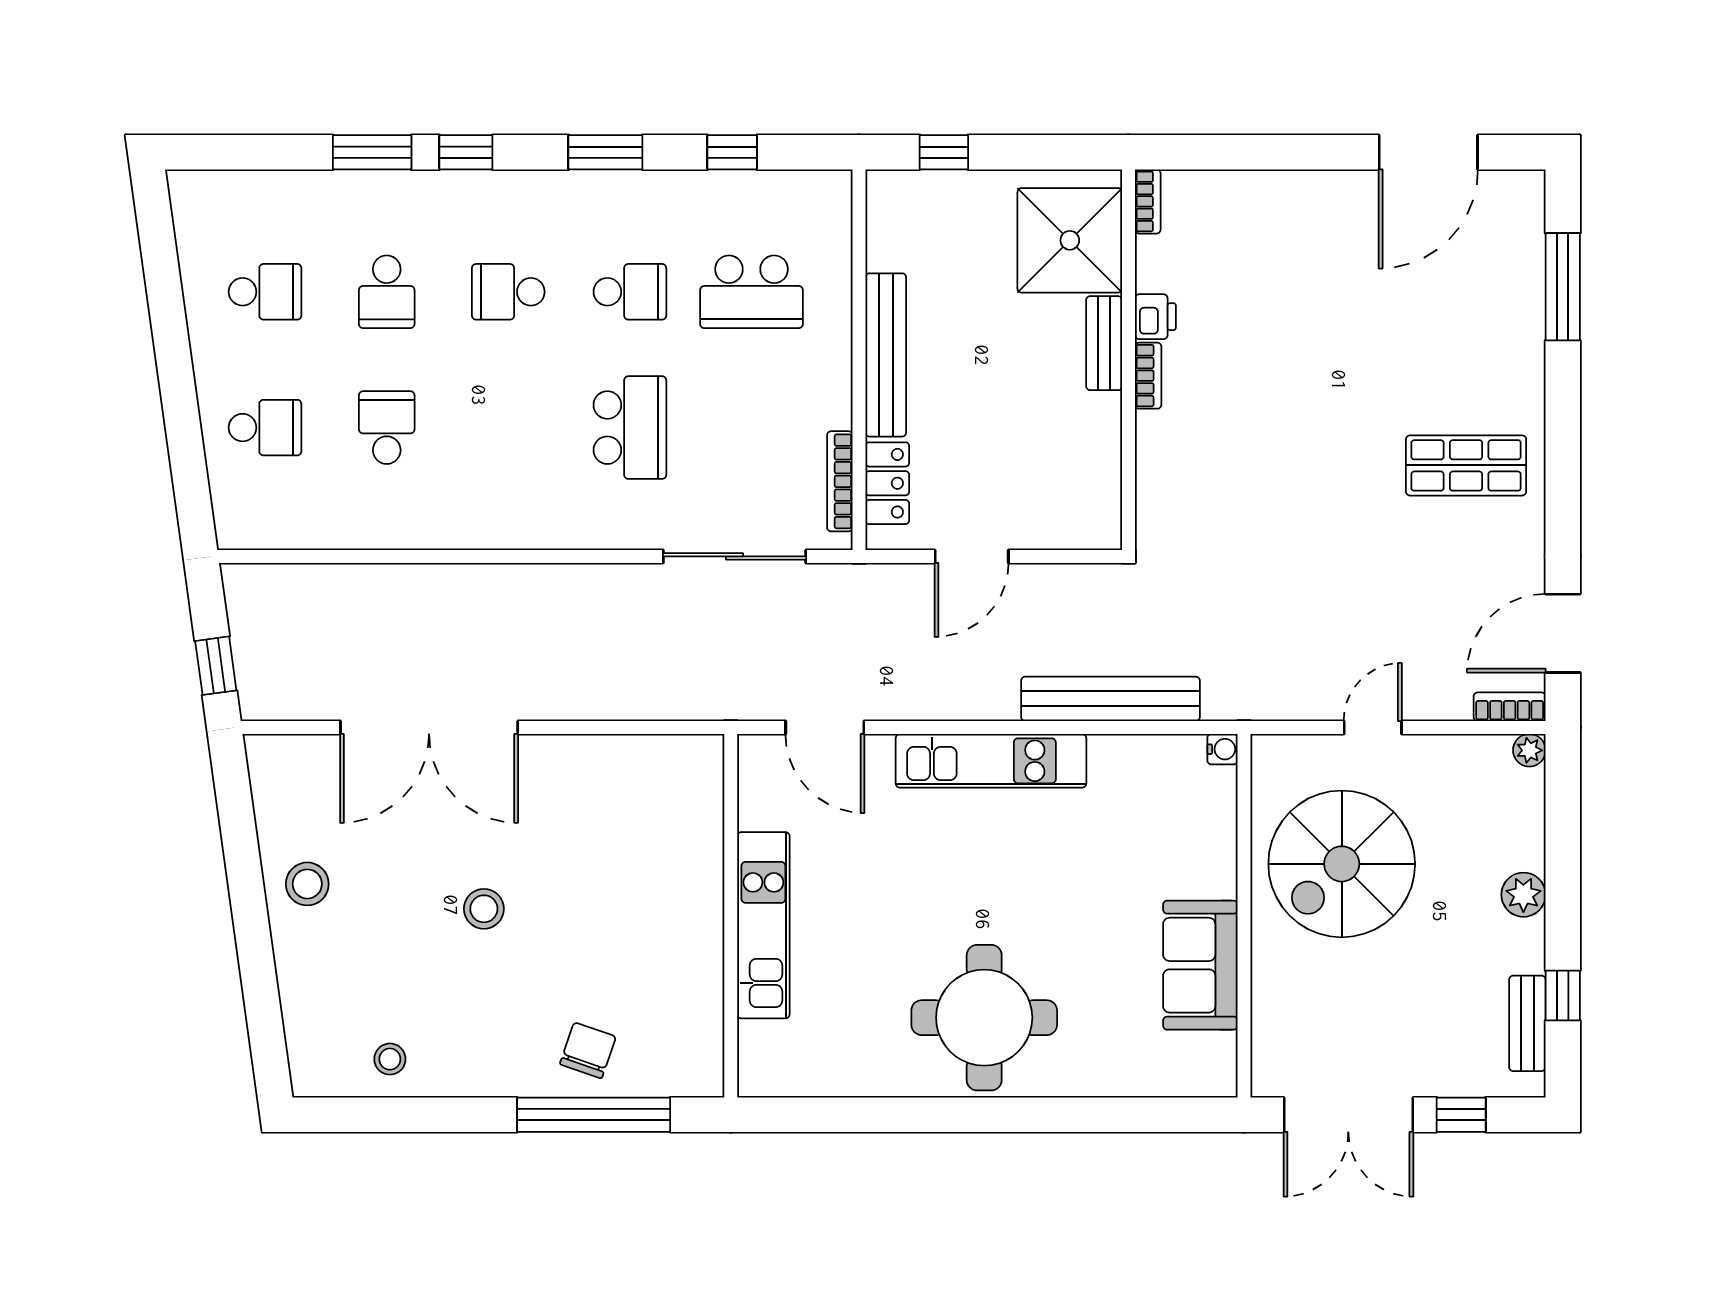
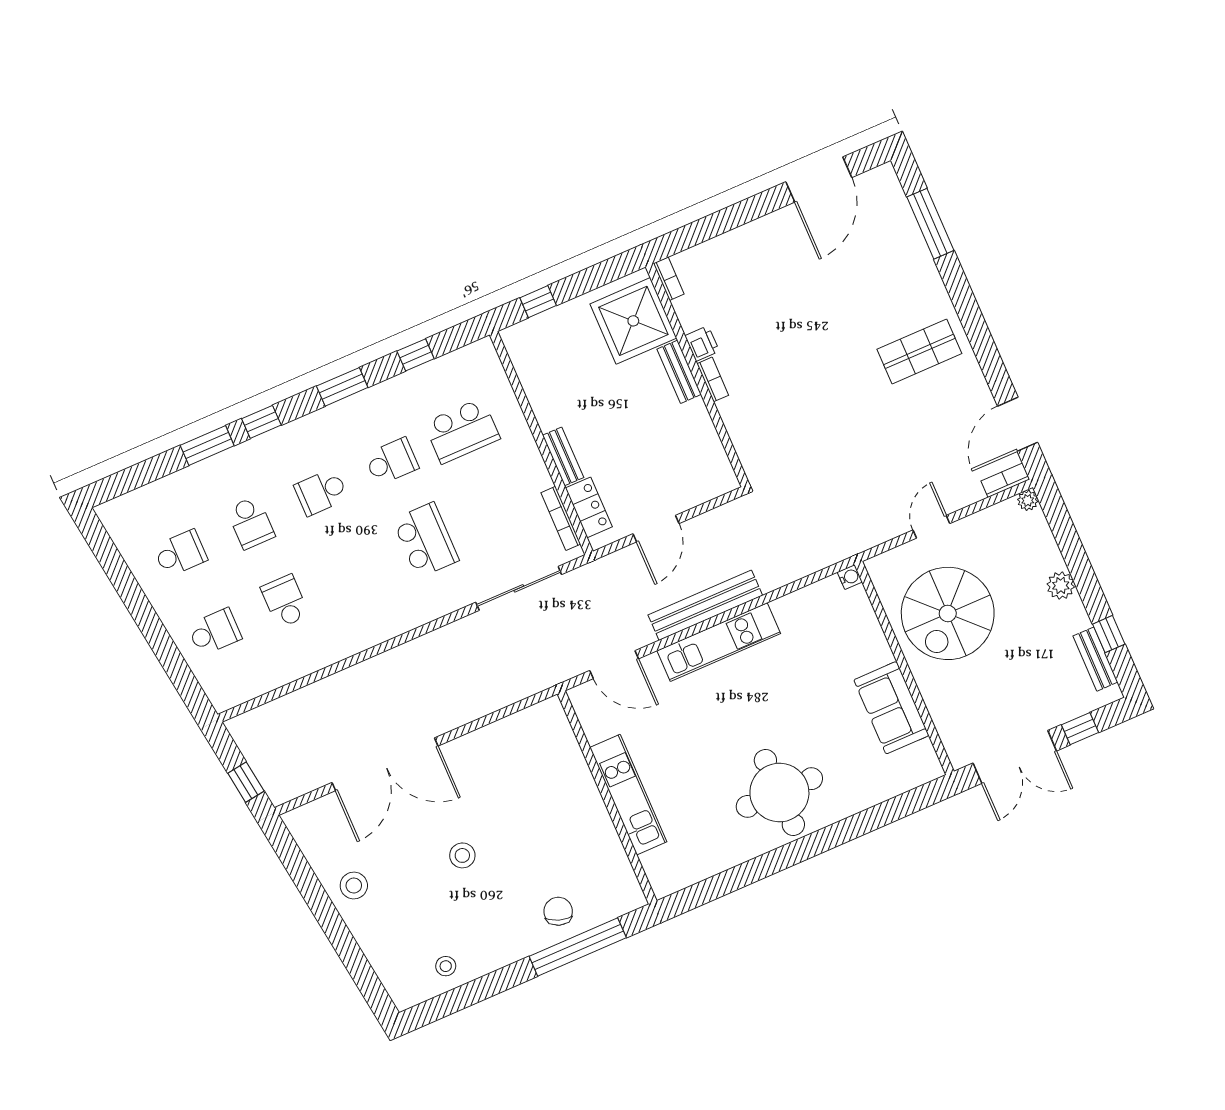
bench: (886, 355) -> (563, 456), width x0.54, depth x0.82
bench: (1111, 699) -> (705, 605), moved

